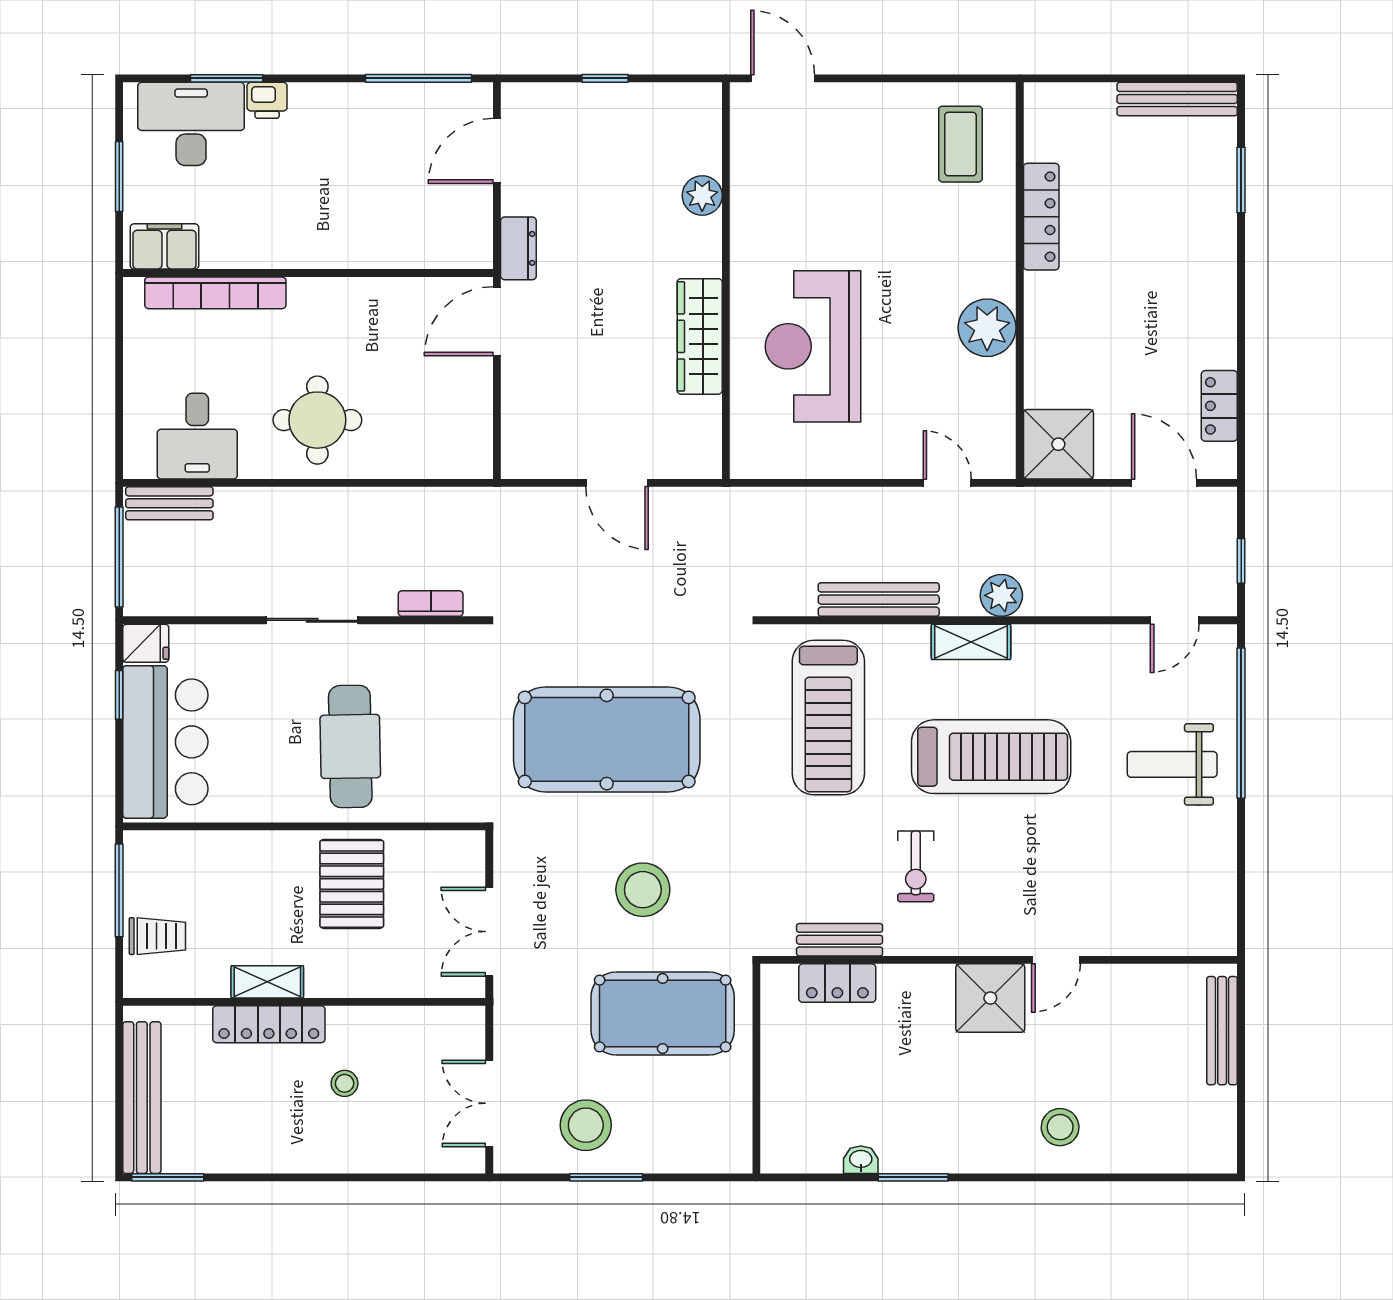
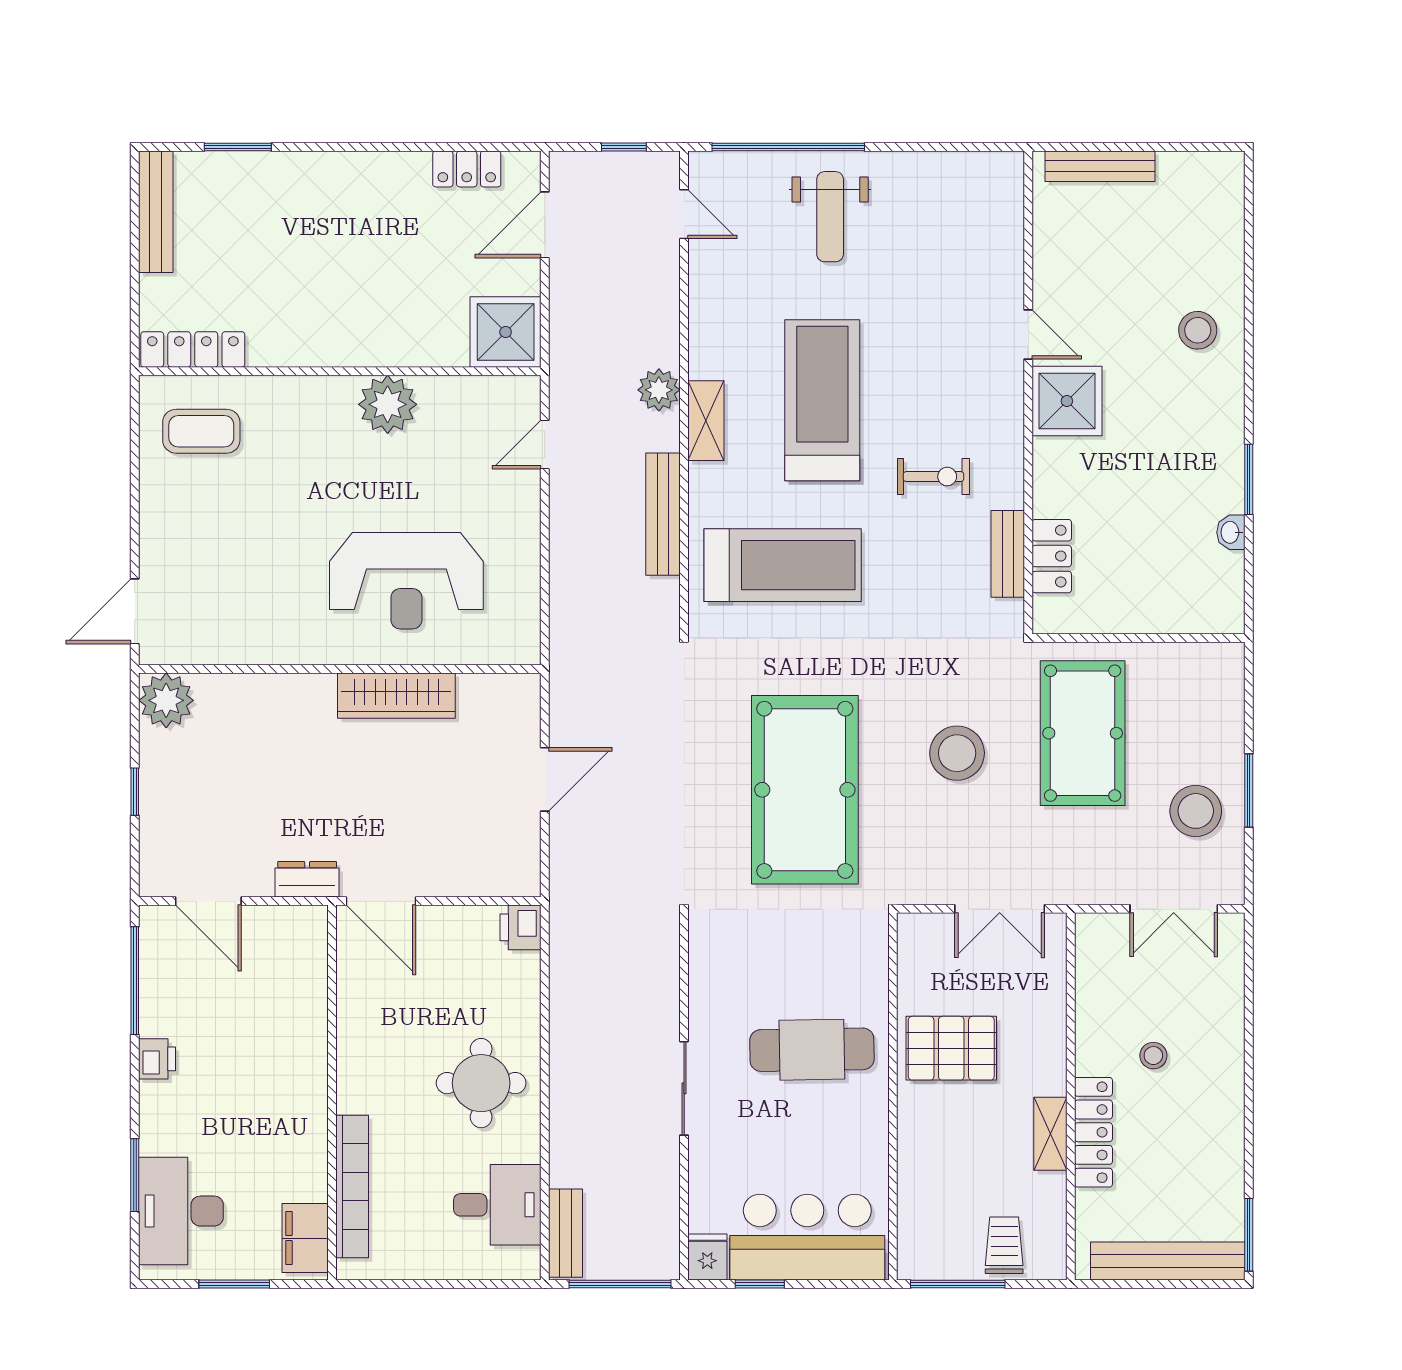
printer: (267, 100) -> (157, 1059), moved
plant: (702, 195) -> (166, 700), moved, width x1.36, depth x1.36
locker: (1041, 217) -> (193, 349), moved
printer: (471, 459) -> (521, 927), added
bookcase: (431, 604) -> (667, 968), removed

